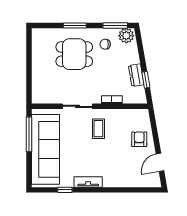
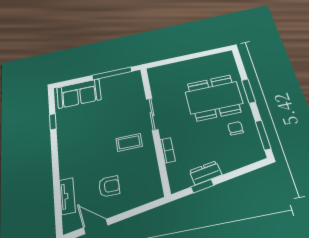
plant: (126, 36) -> (254, 150), removed
dining table: (74, 54) -> (214, 98), width x1.38
armchair: (139, 139) -> (109, 186), moved
sofa: (46, 149) -> (79, 94), width x0.54, depth x0.79
tv unit: (88, 182) -> (67, 196), moved

